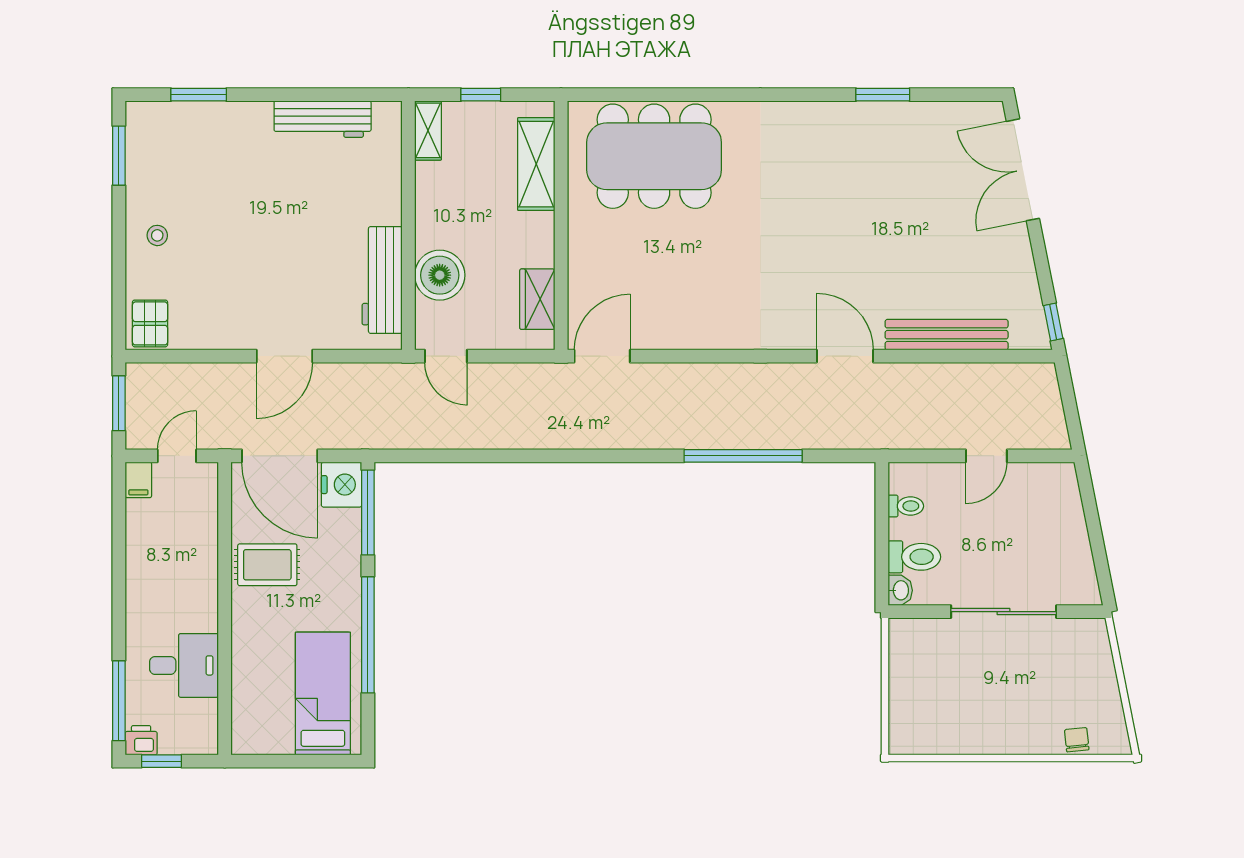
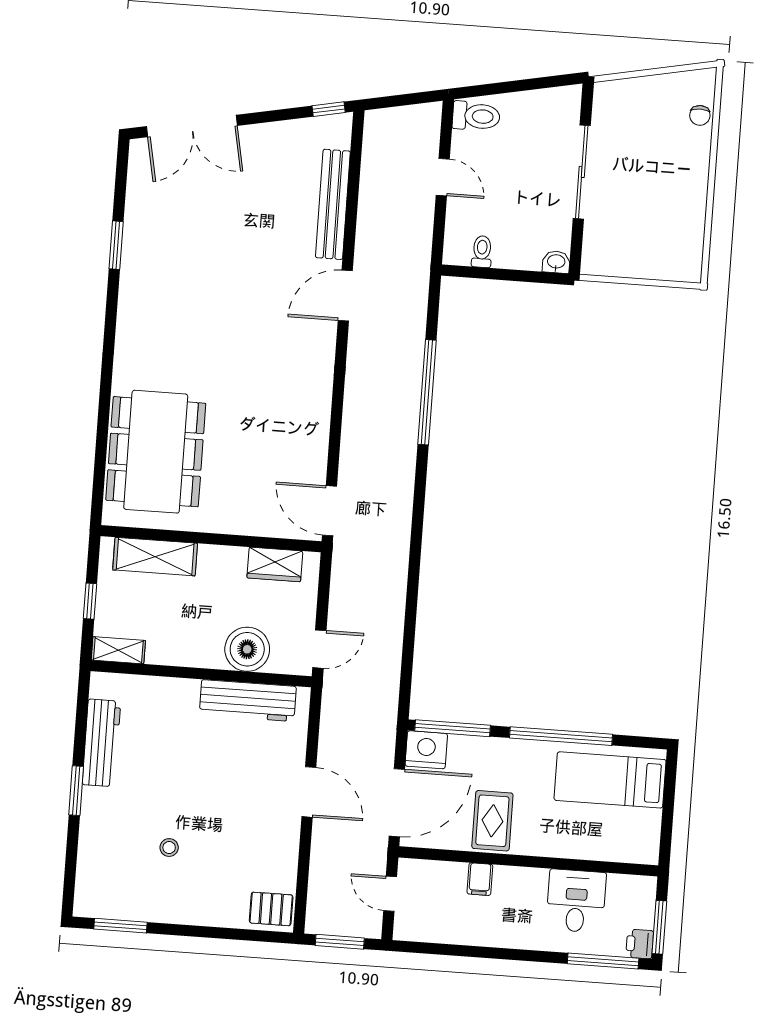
window: (199, 95) -> (76, 791), moved
stool: (157, 235) -> (169, 848), moved
filing cabinet: (138, 480) -> (480, 879), moved, turned 90
toilet: (914, 557) -> (476, 116), moved, turned 90
chair: (1077, 740) -> (700, 115), turned -84
window: (161, 761) -> (659, 927), width x1.50

